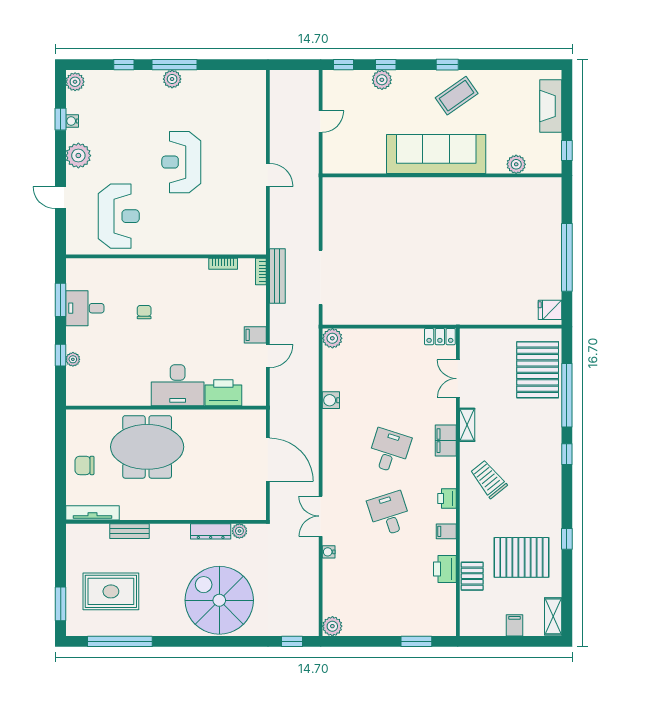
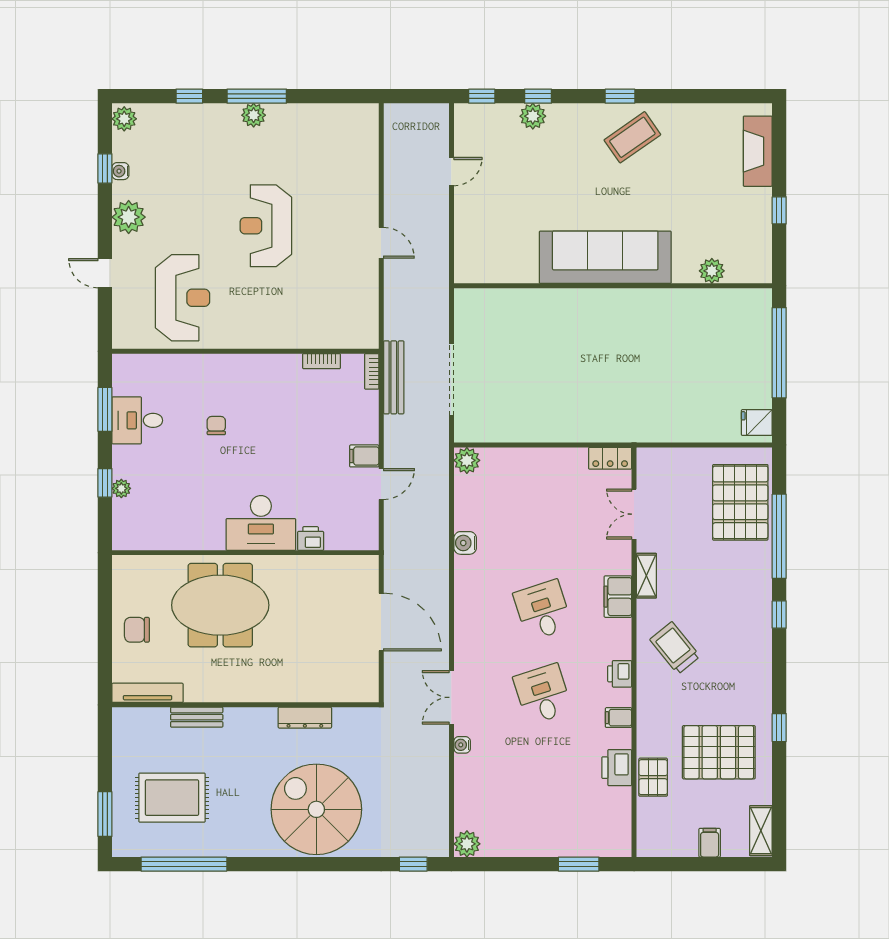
sofa: (436, 154) -> (605, 257), moved
plant: (516, 164) -> (712, 271), moved
wall: (442, 175) -> (613, 286), moved
printer: (223, 393) -> (311, 539), width x0.53, depth x0.68
desk: (389, 451) -> (543, 610), turned -36
plant: (239, 531) -> (343, 717), removed

